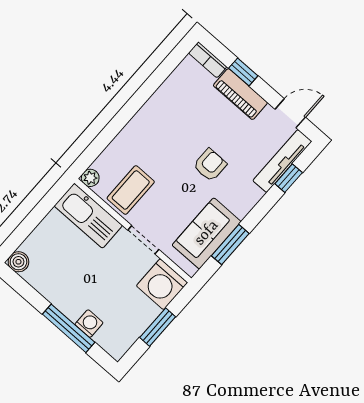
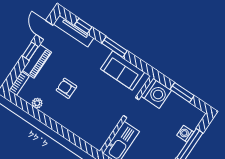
window: (243, 72) -> (30, 51), moved
armchair: (210, 165) -> (66, 88), moved
plant: (90, 178) -> (37, 103), moved
coffee table: (131, 190) -> (102, 119), removed
window: (230, 245) -> (115, 47), moved

